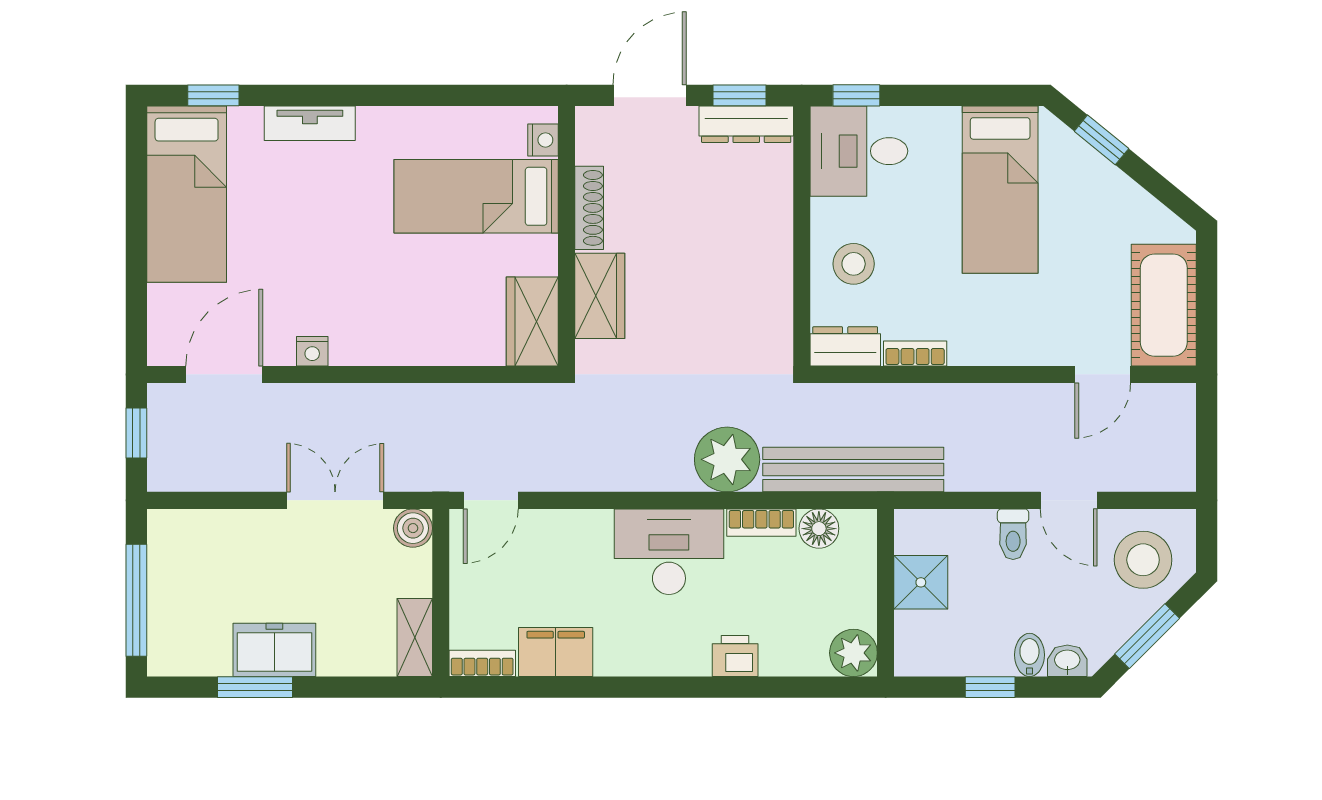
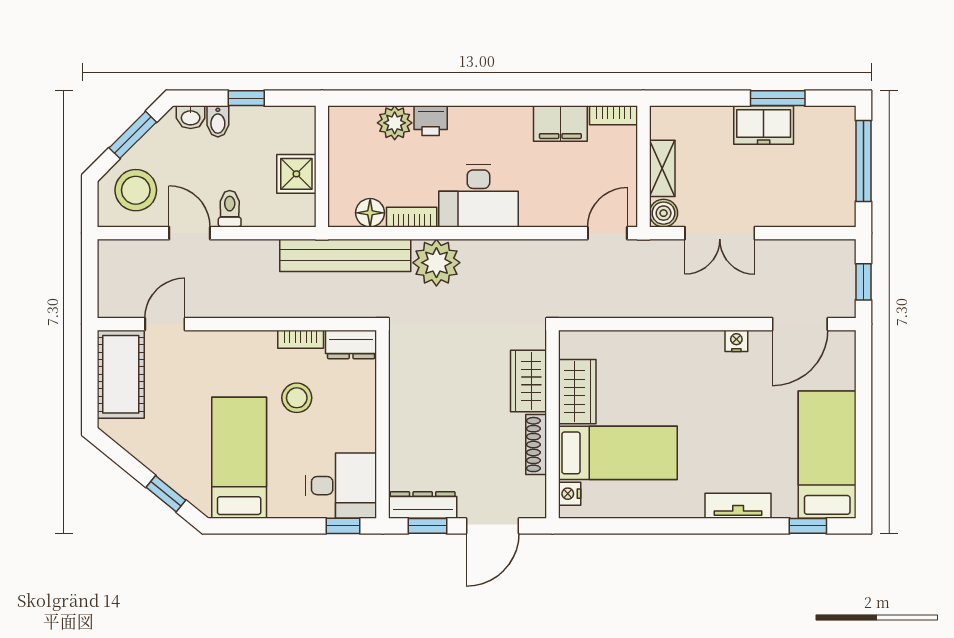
stool: (854, 264) -> (297, 398), moved
wardrobe: (532, 321) -> (577, 392), moved
shelving: (415, 638) -> (662, 168), moved
plant: (853, 653) -> (395, 123), moved

